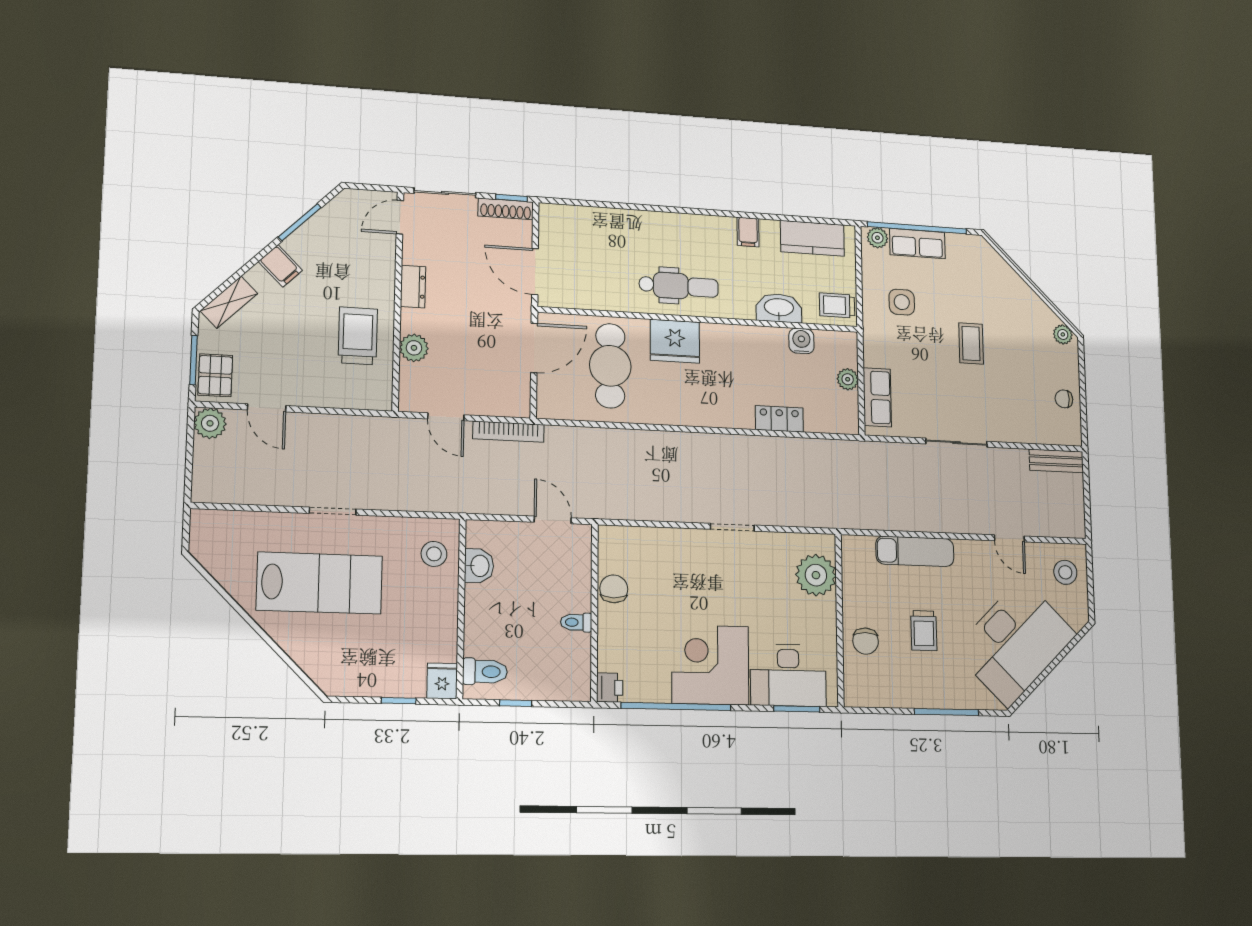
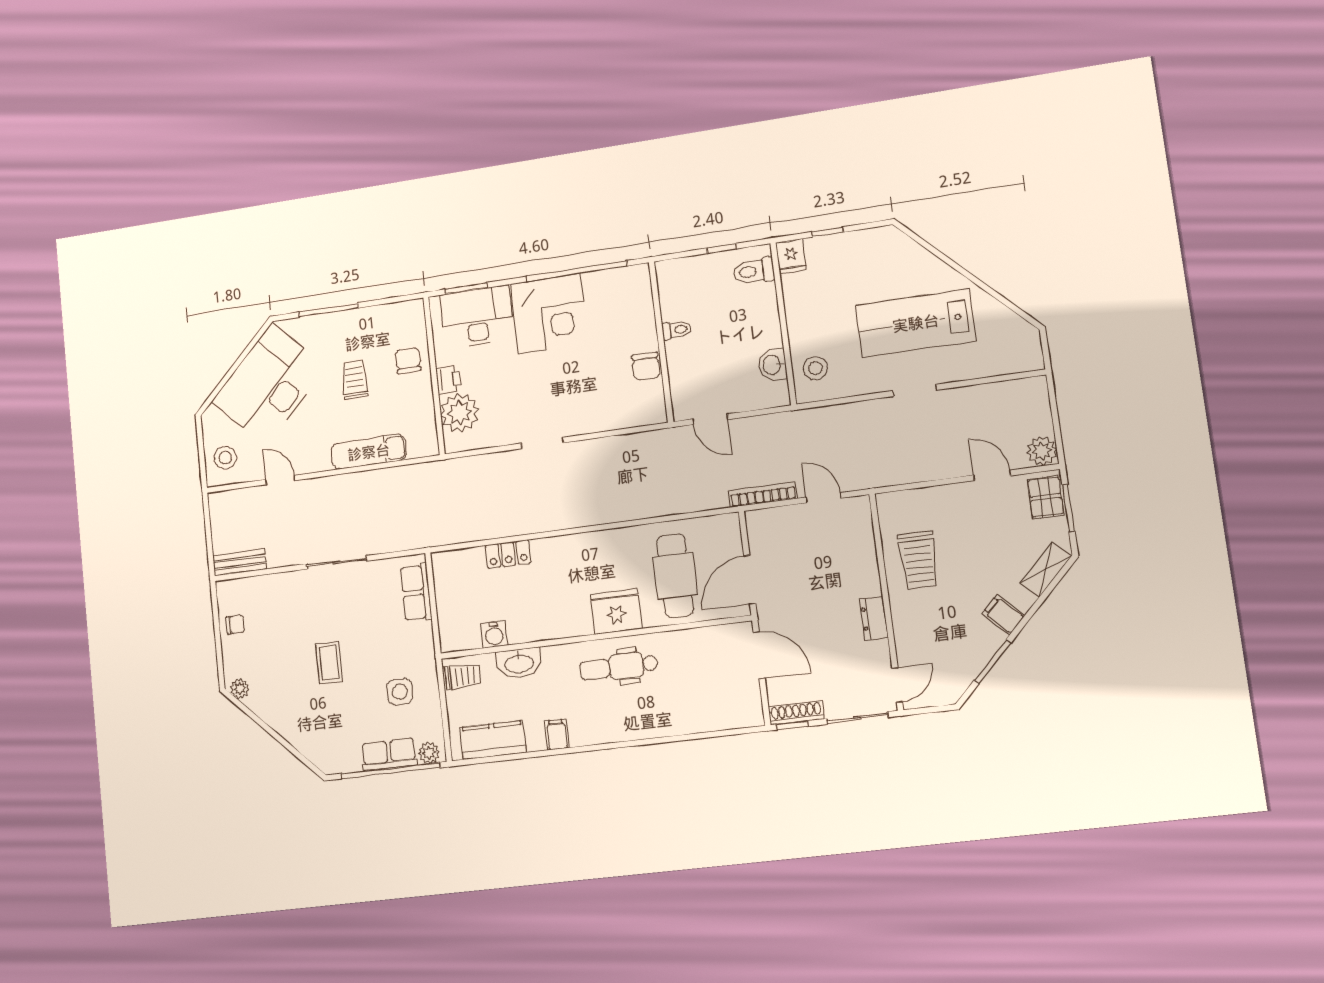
plant: (414, 348) -> (864, 558), removed
plant: (848, 379) -> (446, 605), removed
printer: (610, 688) -> (448, 380), moved, turned 180

